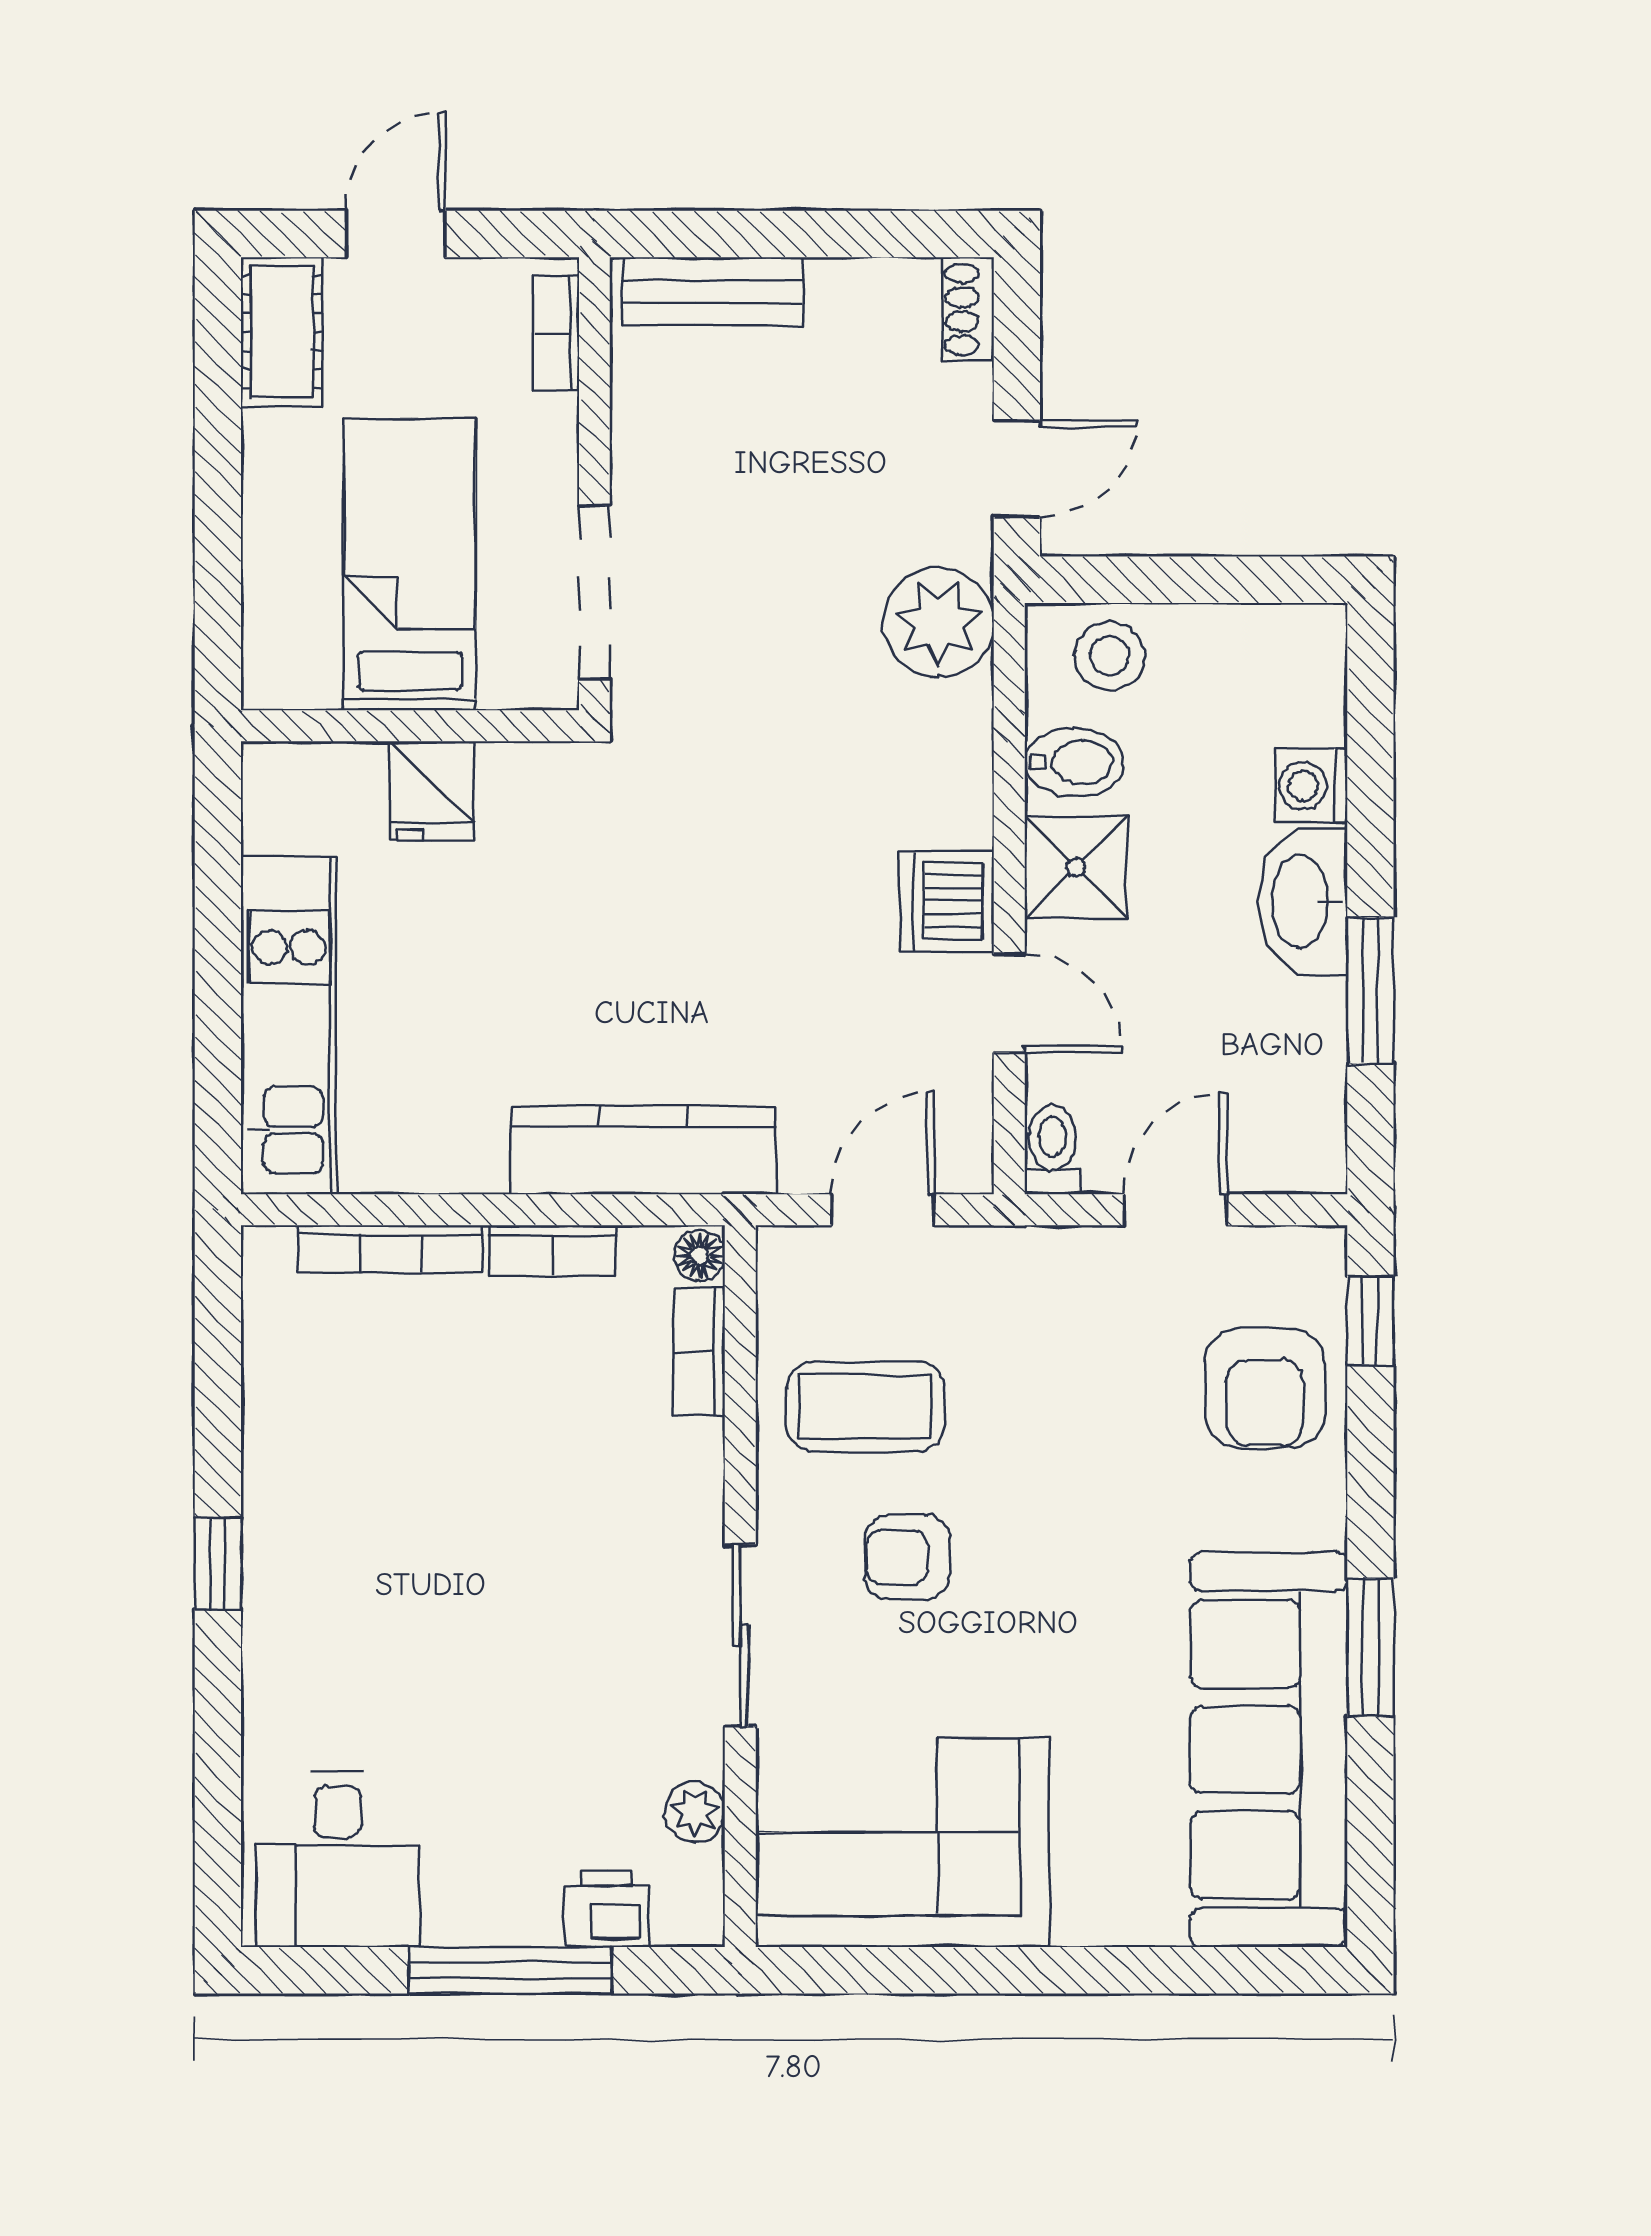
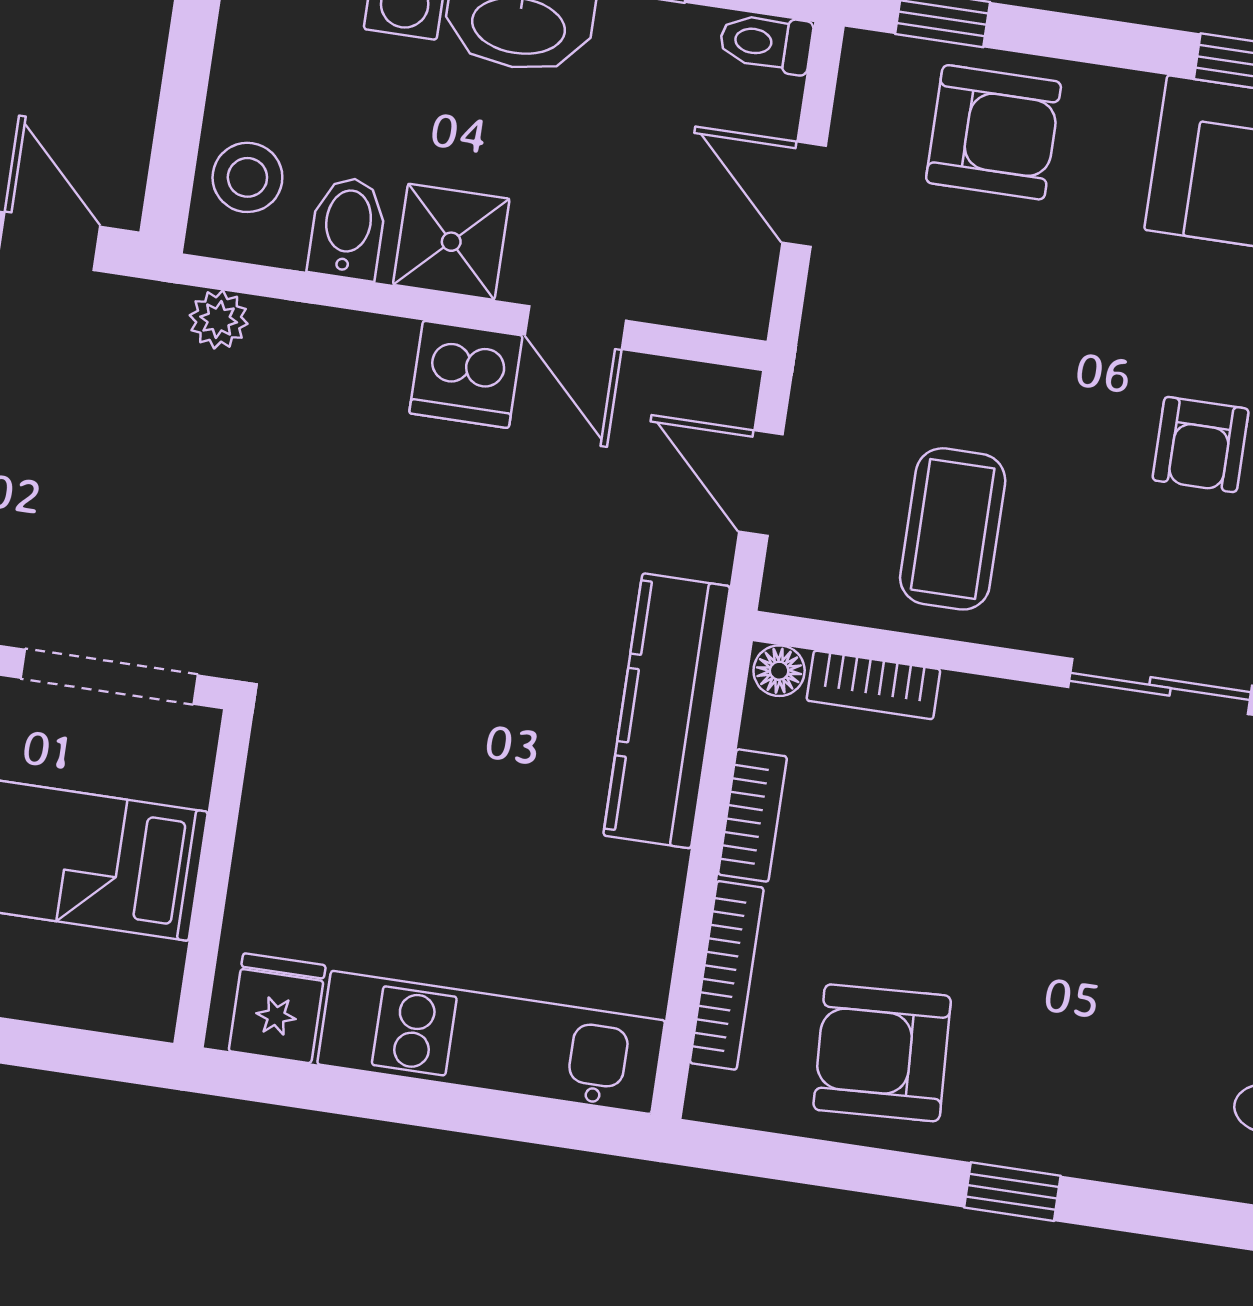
plant: (939, 622) -> (219, 320), width x0.53, depth x0.53
fridge: (432, 791) -> (277, 1008), moved, turned -90
door: (1009, 1003) -> (575, 328), swing flipped
toilet: (1052, 1149) -> (766, 43), moved
armchair: (336, 1414) -> (882, 1053), added
armchair: (907, 1557) -> (1201, 445), moved

